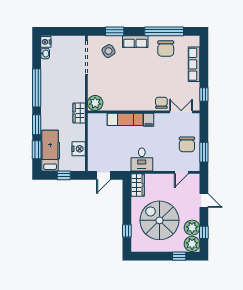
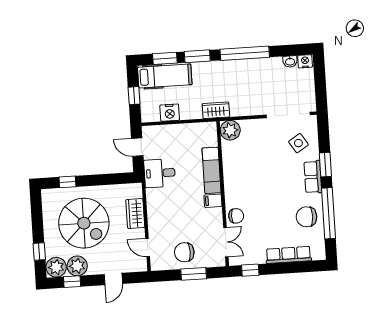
window: (115, 31) -> (325, 165), moved
window: (204, 152) -> (194, 274), moved
desk: (142, 160) -> (160, 173), moved
wardrobe: (138, 185) -> (135, 213), moved, turned 90
spiral stairs: (159, 220) -> (84, 223), turned 90

